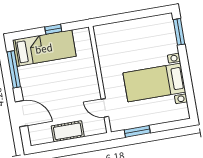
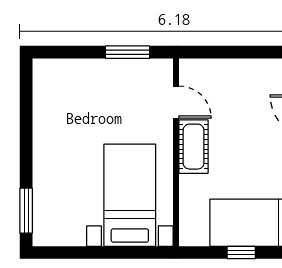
bed with nightstands: (154, 82) -> (130, 195), moved, turned -90
cot: (68, 131) -> (194, 147), moved, turned 90

